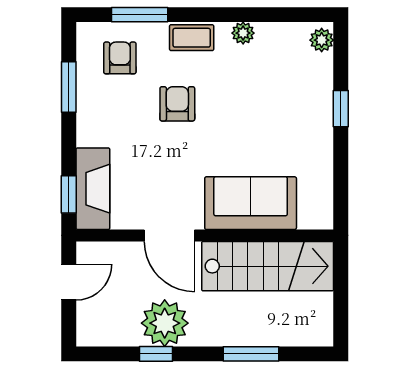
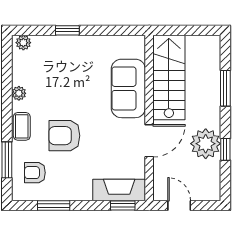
armchair: (177, 104) -> (64, 136), width x1.38, depth x1.38

